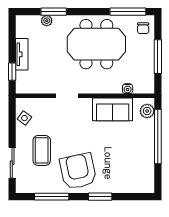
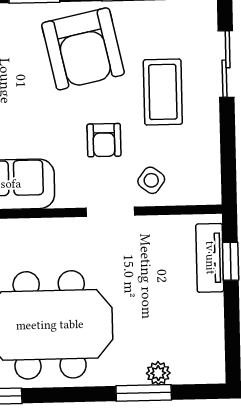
tv unit: (22, 54) -> (210, 258), moved
side table: (24, 118) -> (151, 180), moved
armchair: (69, 129) -> (104, 140), added

